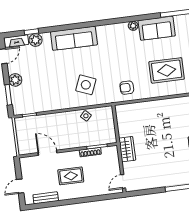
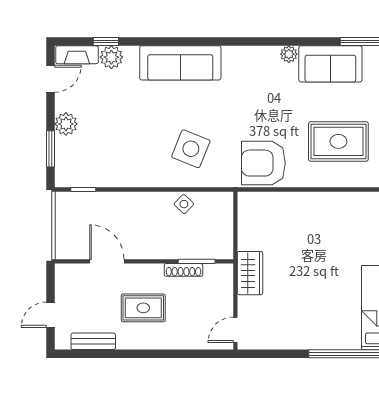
armchair: (127, 88) -> (263, 163), width x1.88, depth x1.88

